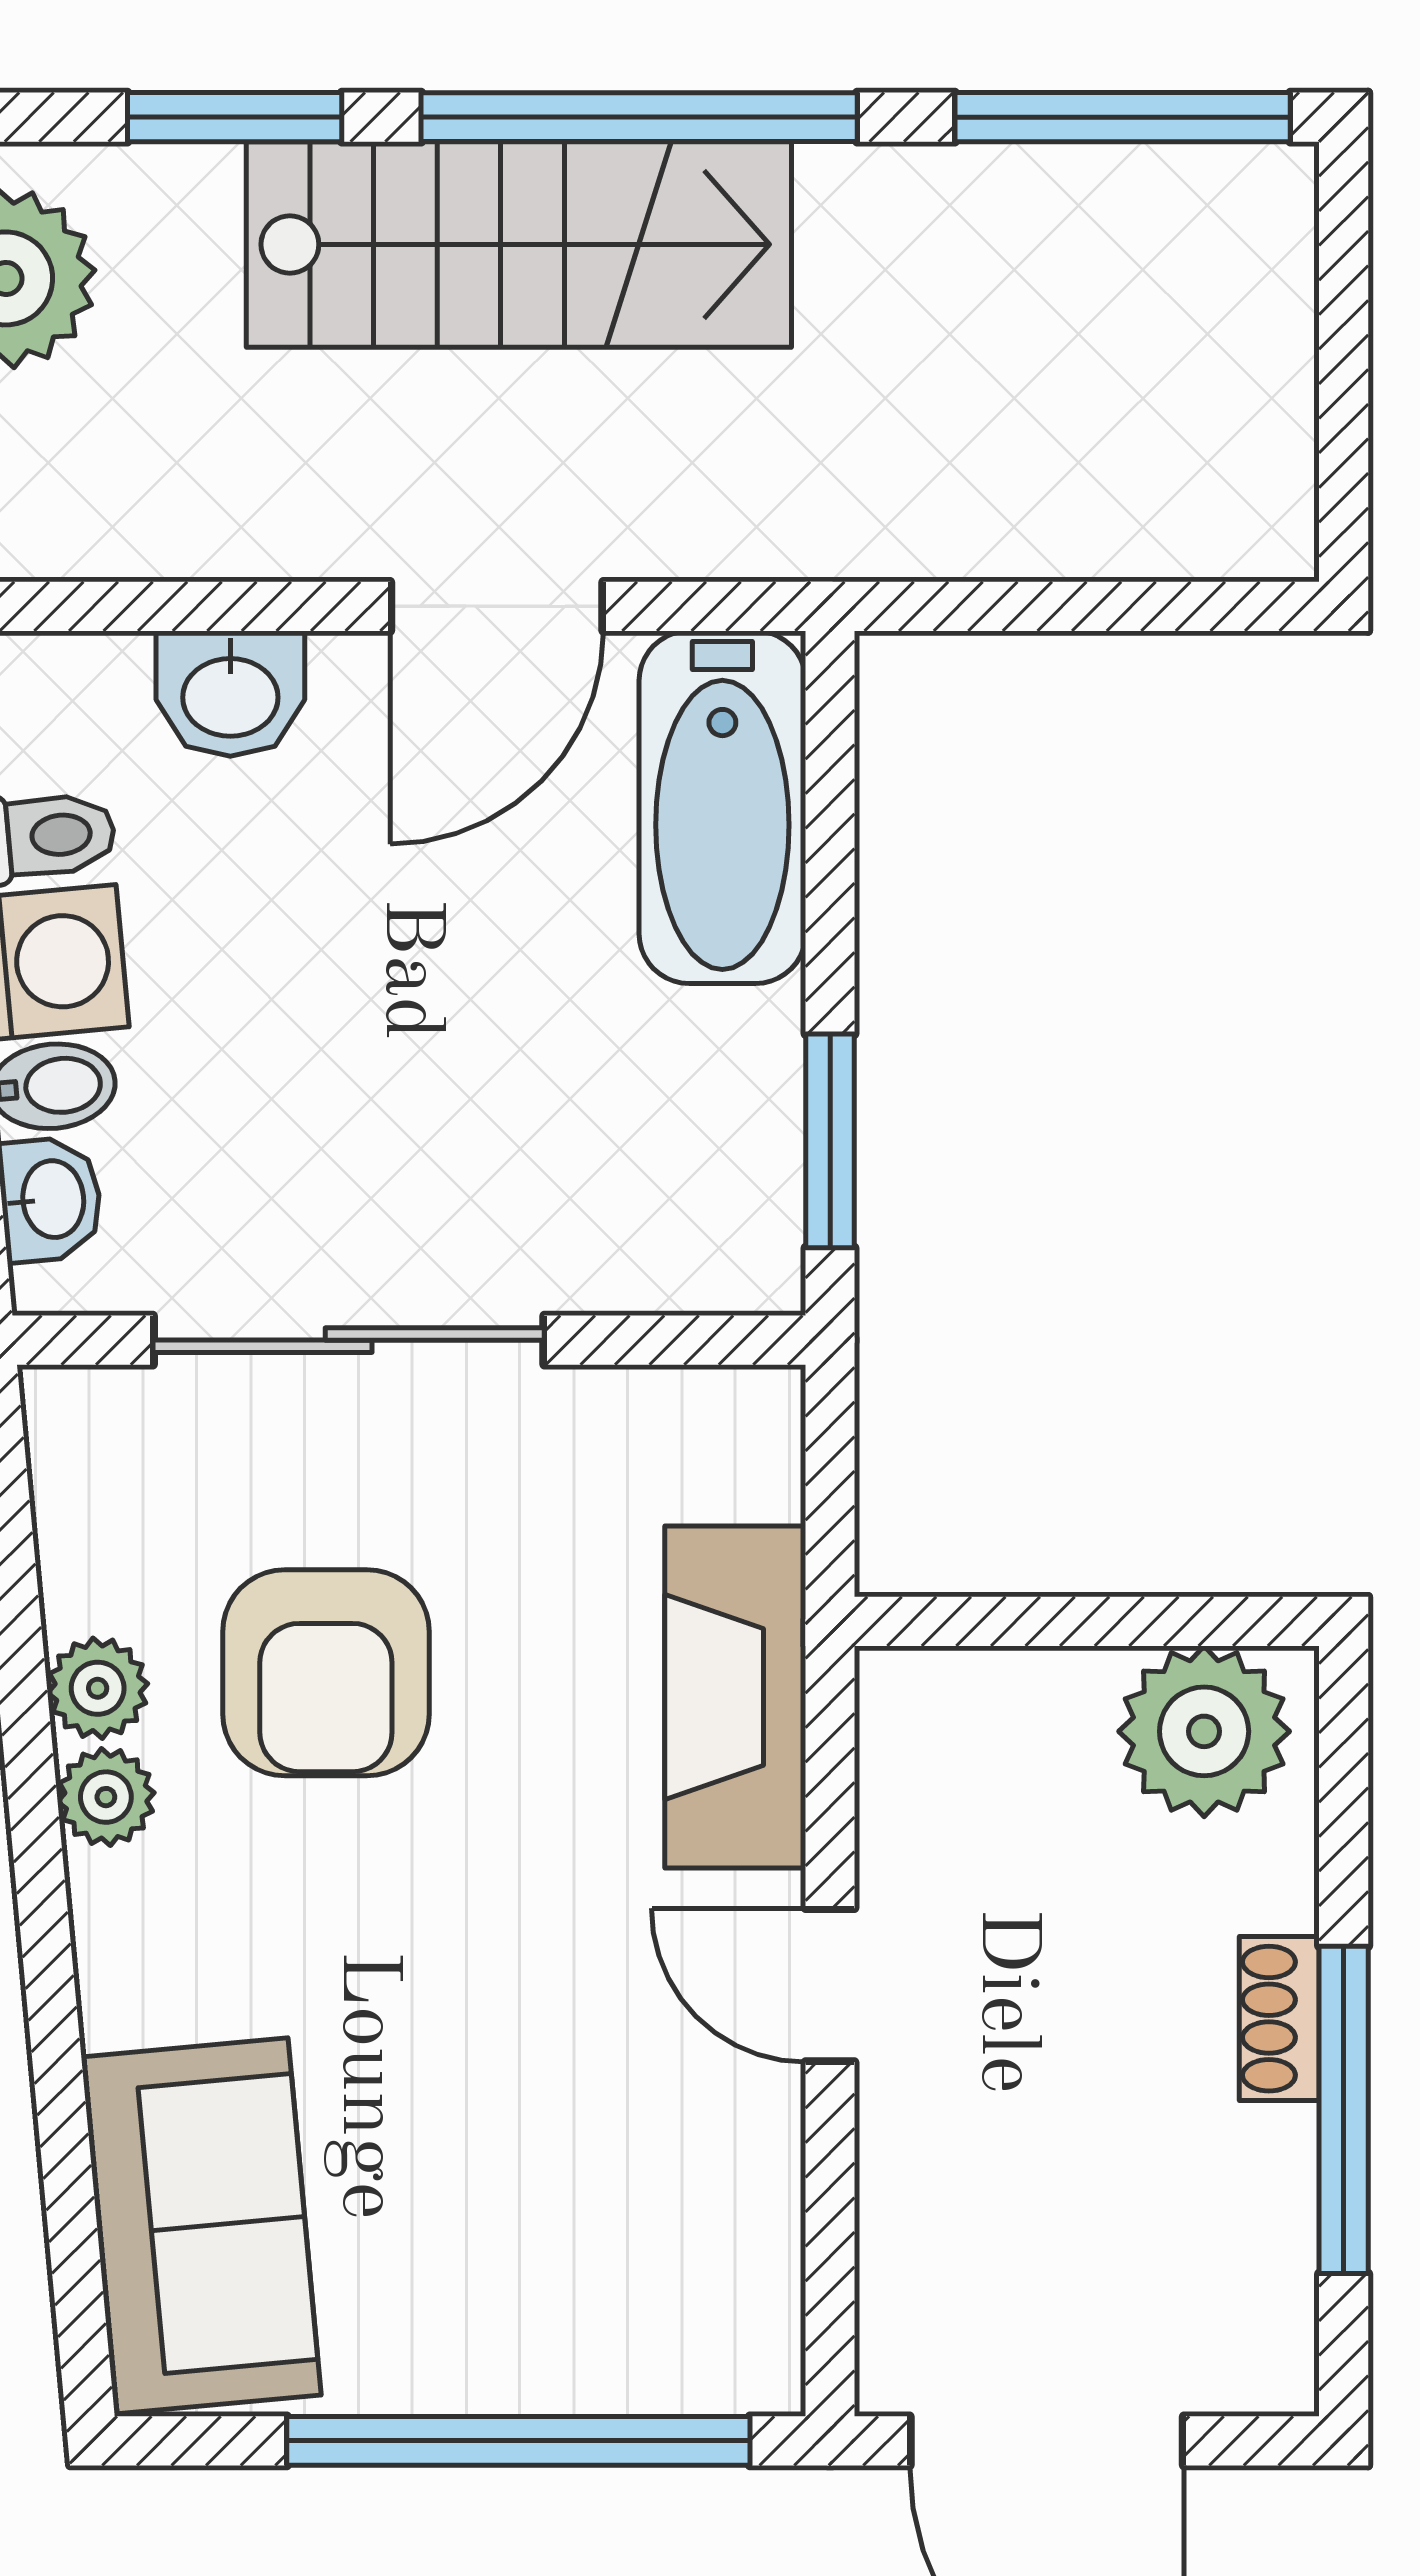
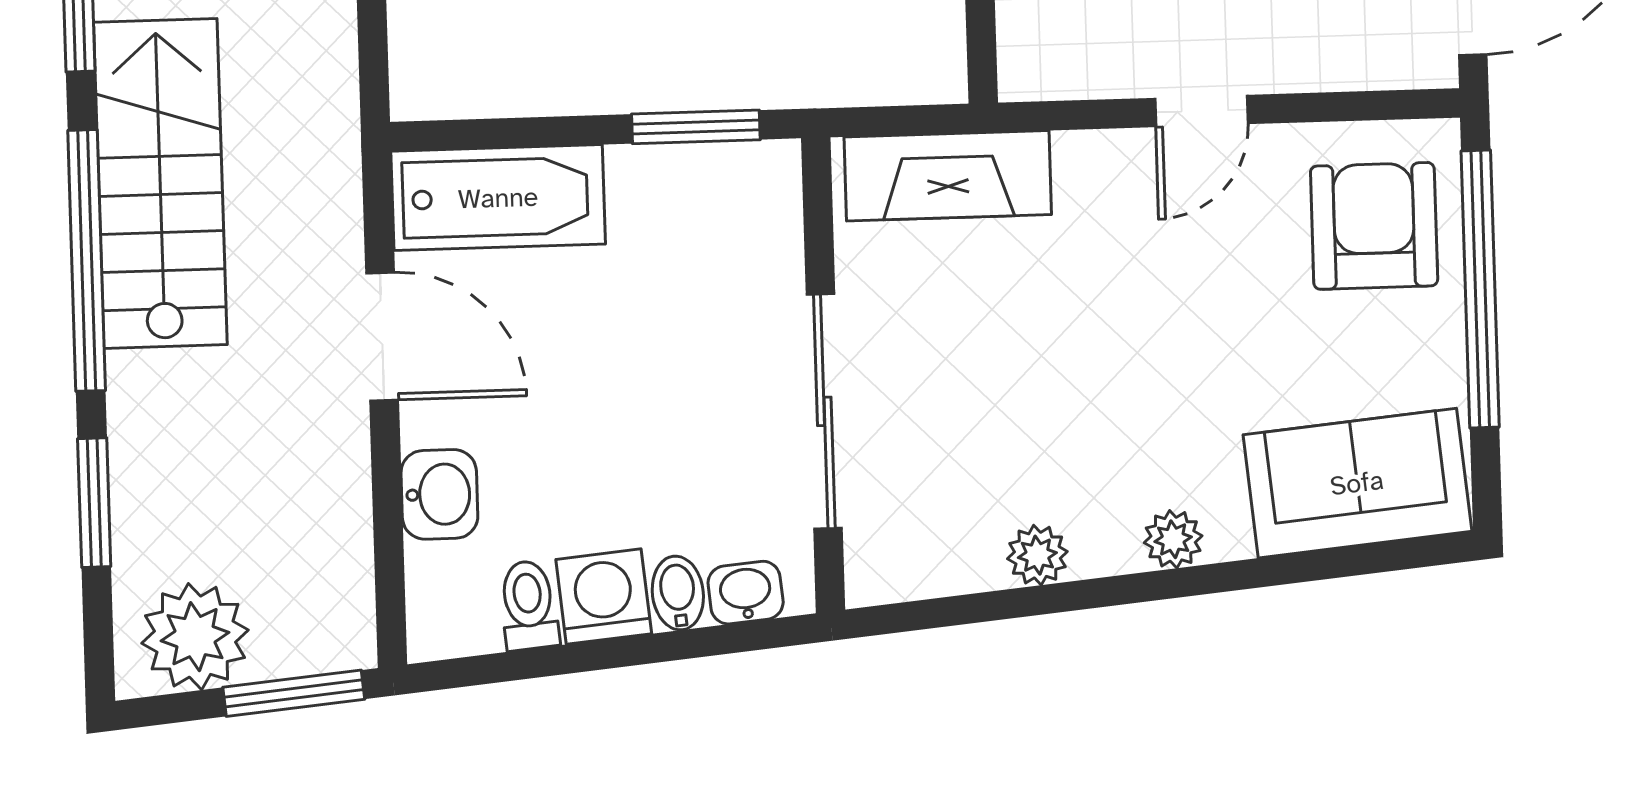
stairs: (519, 244) -> (160, 183), moved
armchair: (326, 1673) -> (1374, 226), moved, turned -90
fireplace: (735, 1697) -> (948, 176), moved
plant: (106, 1797) -> (1173, 539), moved

